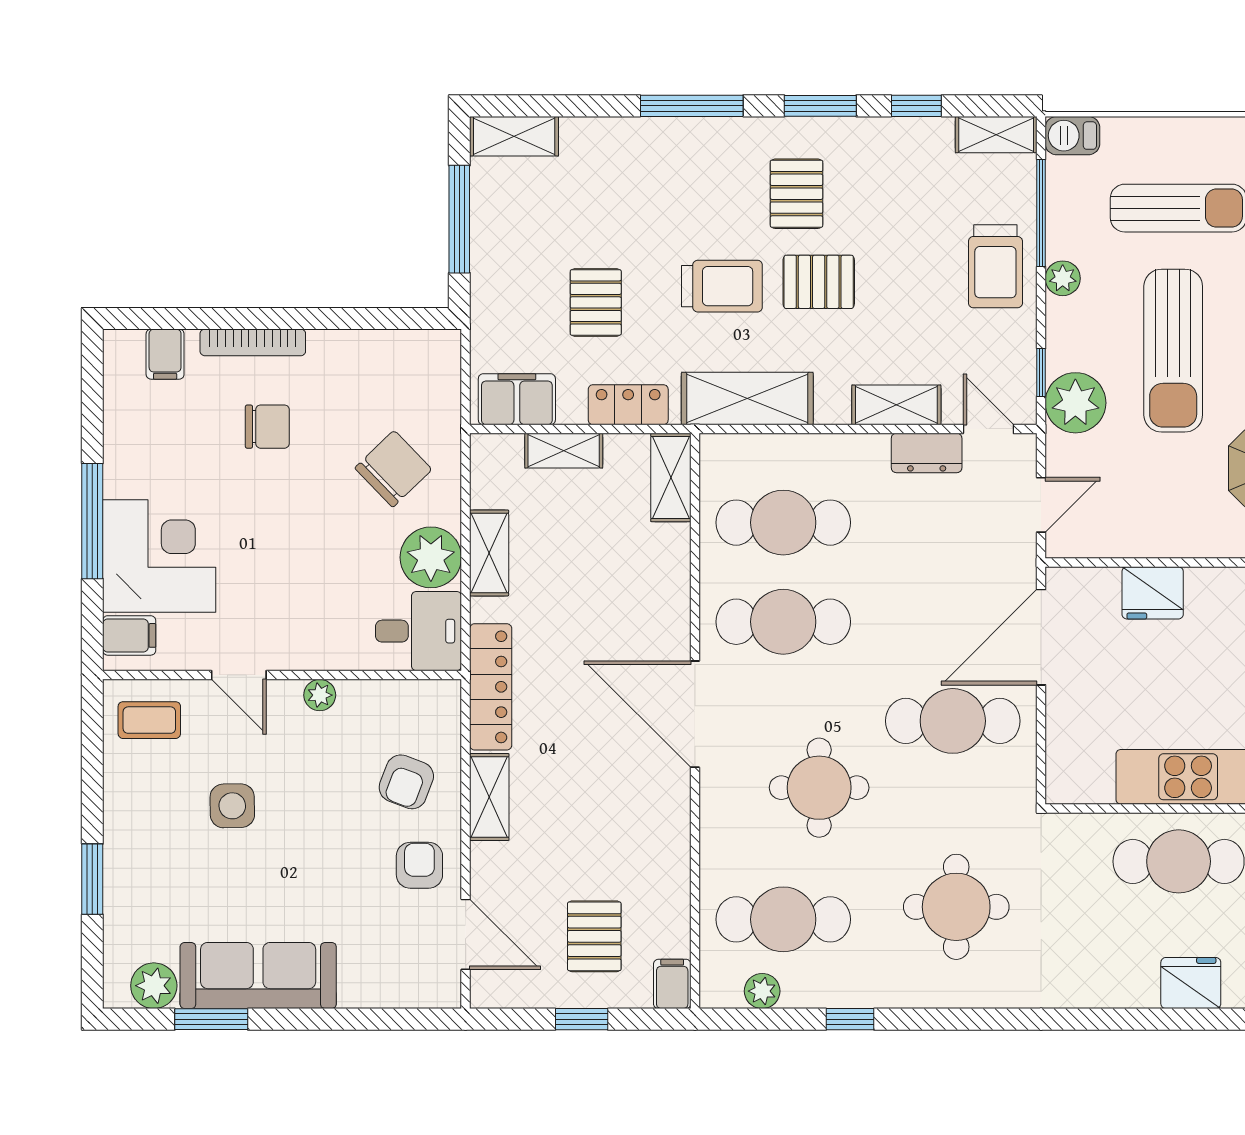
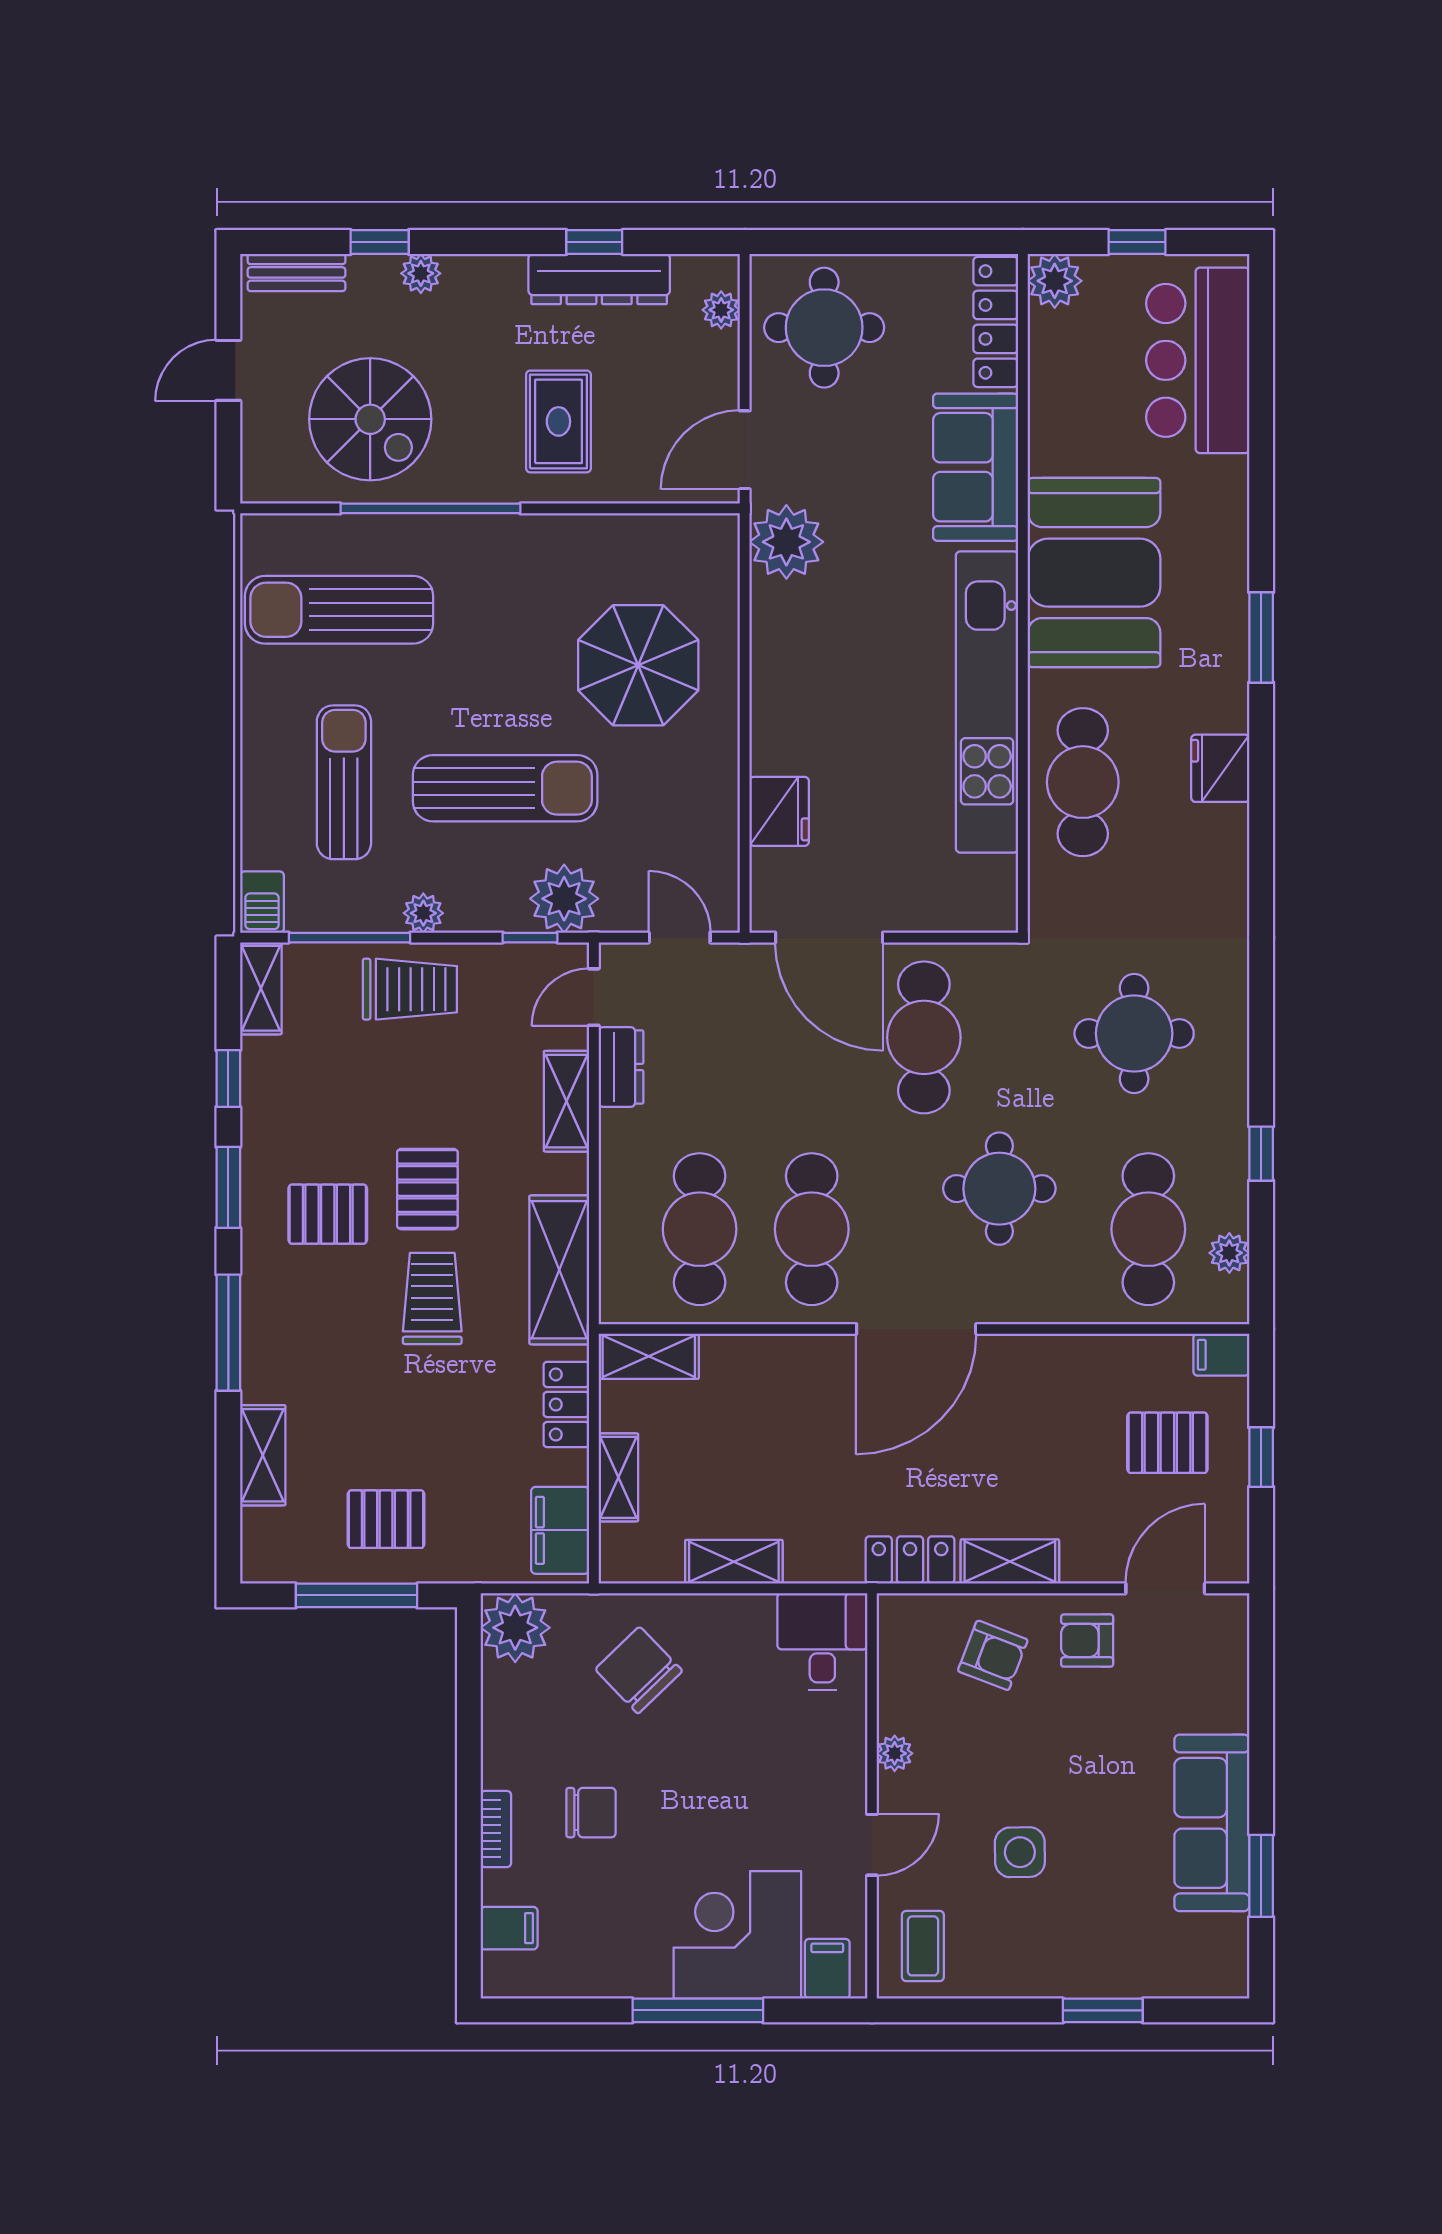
shelving: (514, 136) -> (263, 1455), moved
pallet: (596, 302) -> (386, 1519), moved
bookcase: (253, 342) -> (496, 1829), width x0.64
chair: (267, 427) -> (591, 1813), turned 90
plant: (431, 557) -> (515, 1628), moved
locker: (491, 687) -> (910, 1560), width x0.66
plant: (154, 986) -> (1223, 1941), removed

